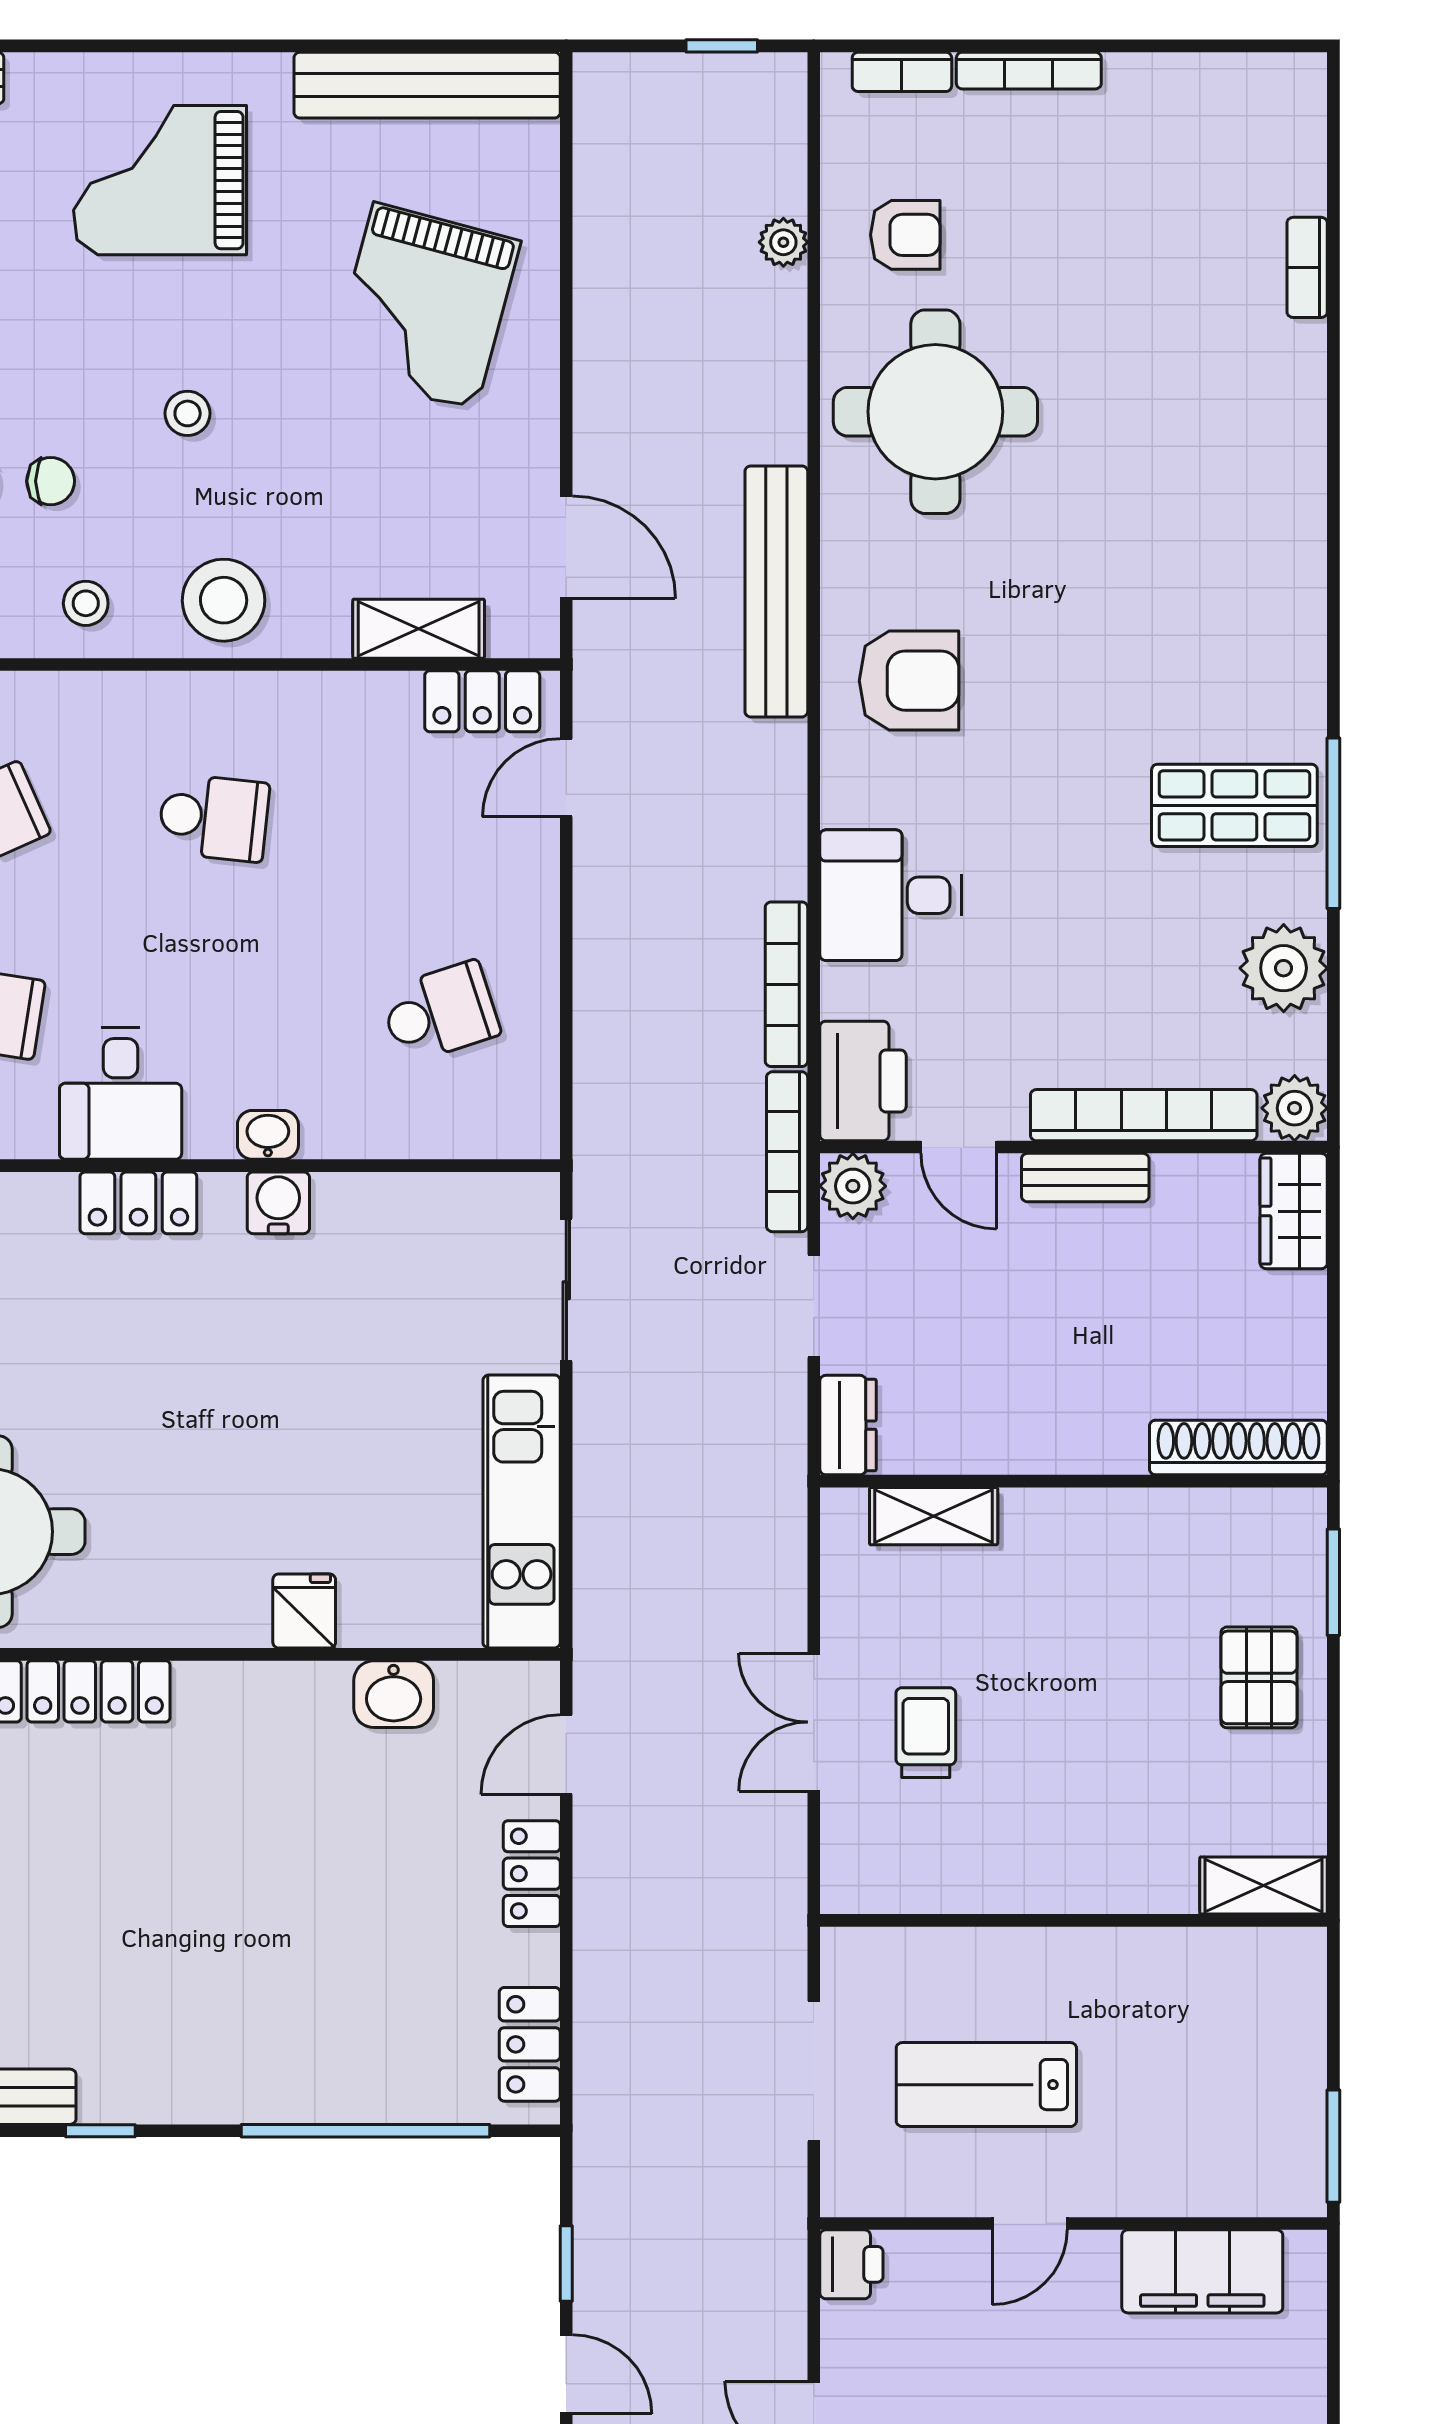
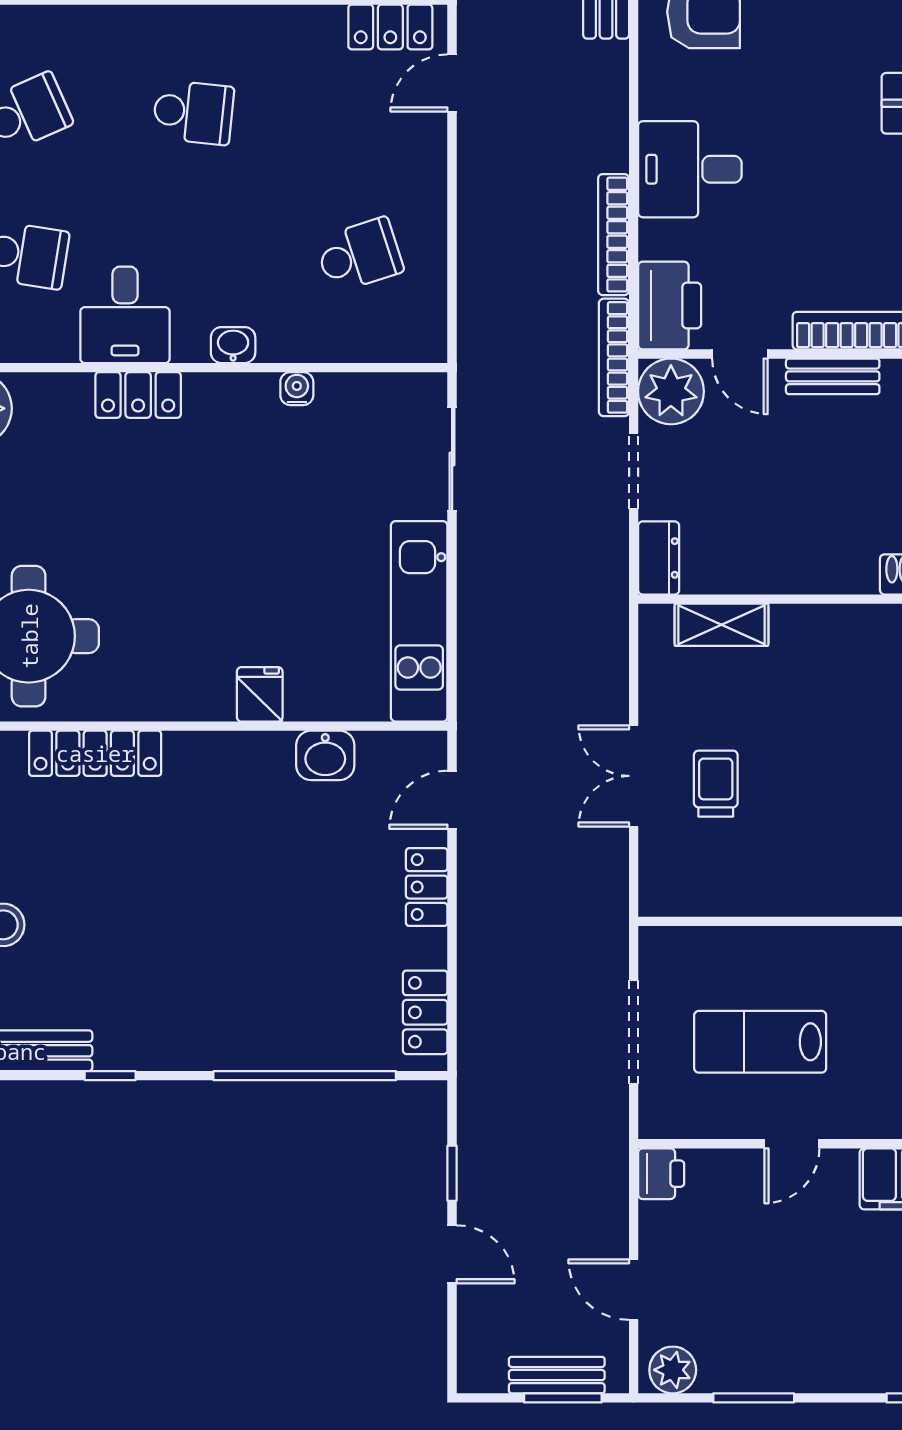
plant: (853, 1186) -> (671, 391), width x1.36, depth x1.36
water cooler: (278, 1203) -> (297, 389), moved, width x0.72, depth x0.72

